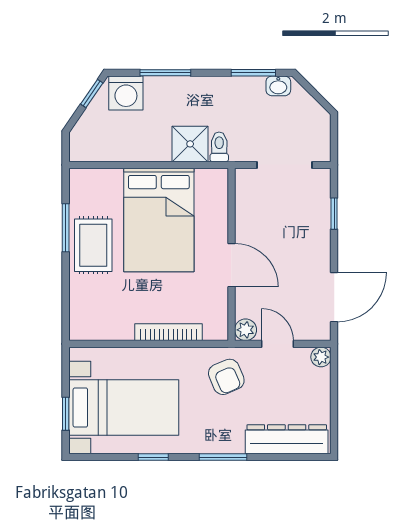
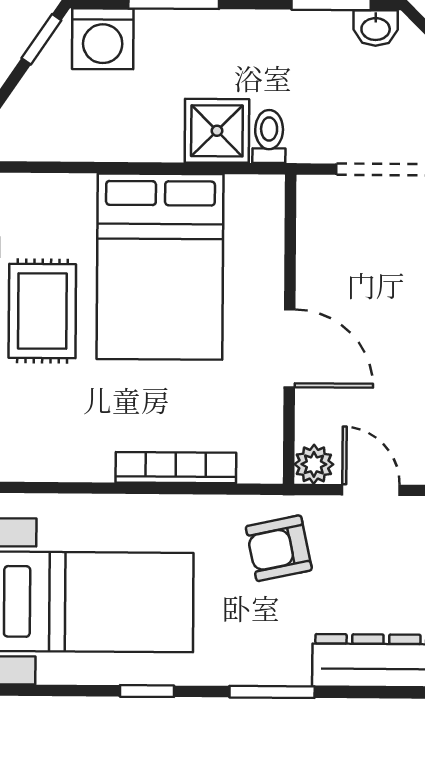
armchair: (226, 377) -> (279, 548), turned 101

